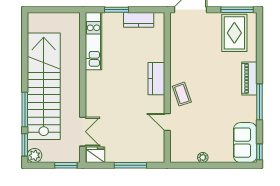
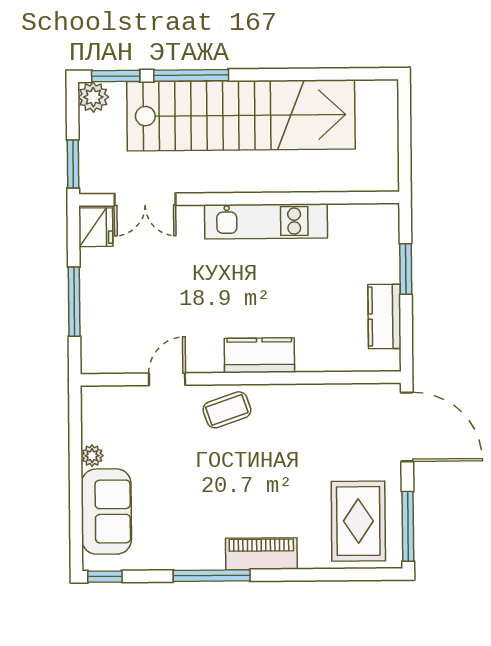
rug: (234, 33) -> (358, 521), turned 90
kitchen unit: (94, 41) -> (266, 221), moved
sofa: (245, 143) -> (106, 512), moved, turned 90

